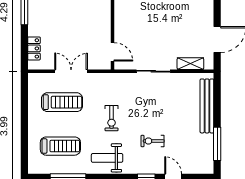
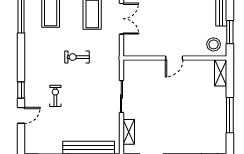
door: (113, 52) -> (174, 58), moved
weight bench: (107, 158) -> (39, 53), removed

